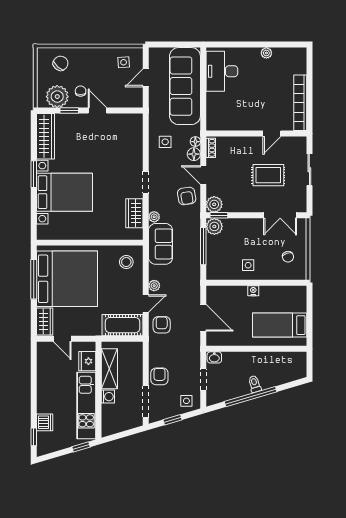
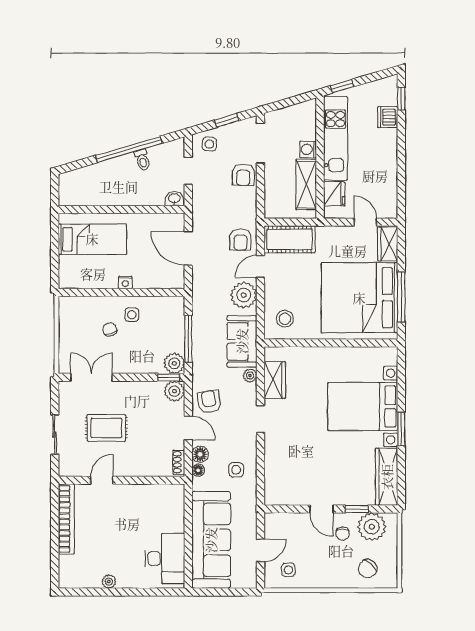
chair: (288, 257) -> (110, 330), moved
plant: (154, 286) -> (244, 295), width x1.88, depth x1.88
toilet: (255, 384) -> (142, 160), moved

